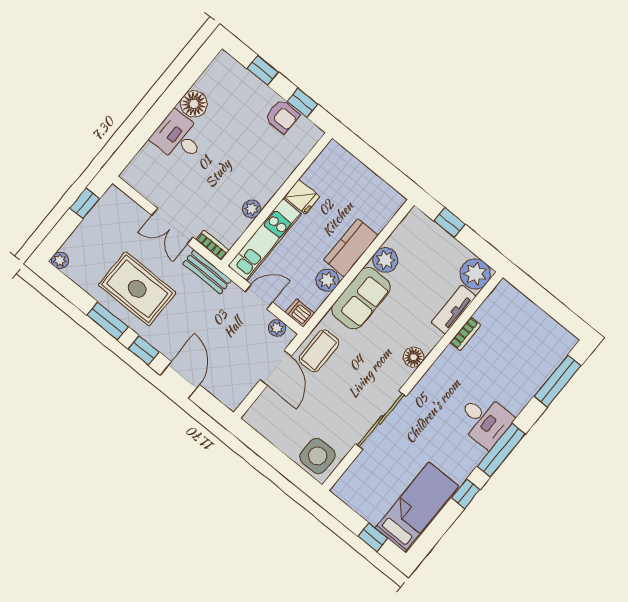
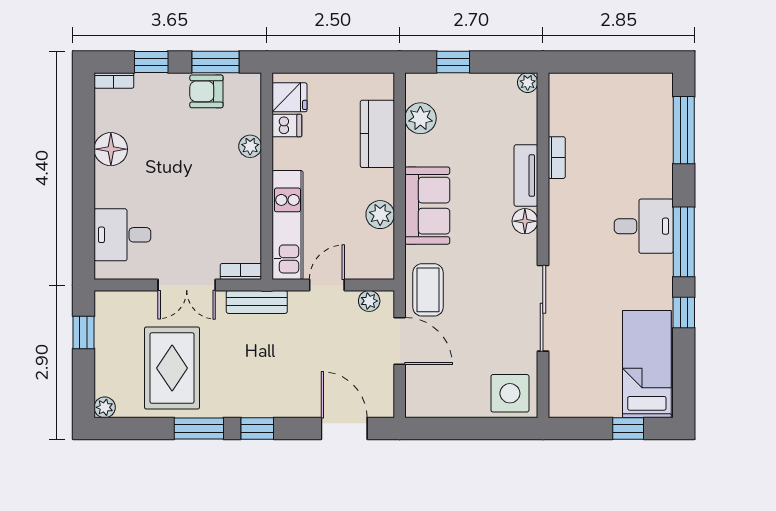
bookcase: (230, 63) -> (114, 80), added
window: (303, 103) -> (216, 62), width x1.50
armchair: (282, 116) -> (206, 91), turned 180
desk: (178, 137) -> (122, 235), moved
fridge: (302, 197) -> (290, 97), moved
plant: (252, 209) -> (250, 146), moved
kitchen counter: (351, 248) -> (377, 134), moved
plant: (385, 260) -> (420, 118), moved
plant: (475, 274) -> (528, 83), width x0.53, depth x0.53
rug: (137, 289) -> (172, 368), moved, turned 90
tv unit: (453, 309) -> (526, 176), moved
dishwasher: (300, 313) -> (287, 126), moved, turned 180
door: (180, 380) -> (344, 428), moved

